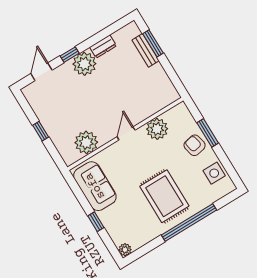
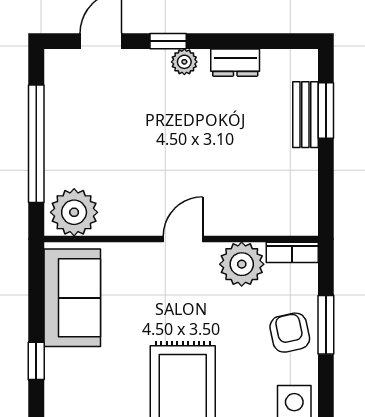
plant: (84, 64) -> (184, 62), width x0.53, depth x0.53
bookcase: (175, 111) -> (292, 252), added
window: (41, 131) -> (36, 144), width x3.17
plant: (86, 142) -> (74, 212), moved

